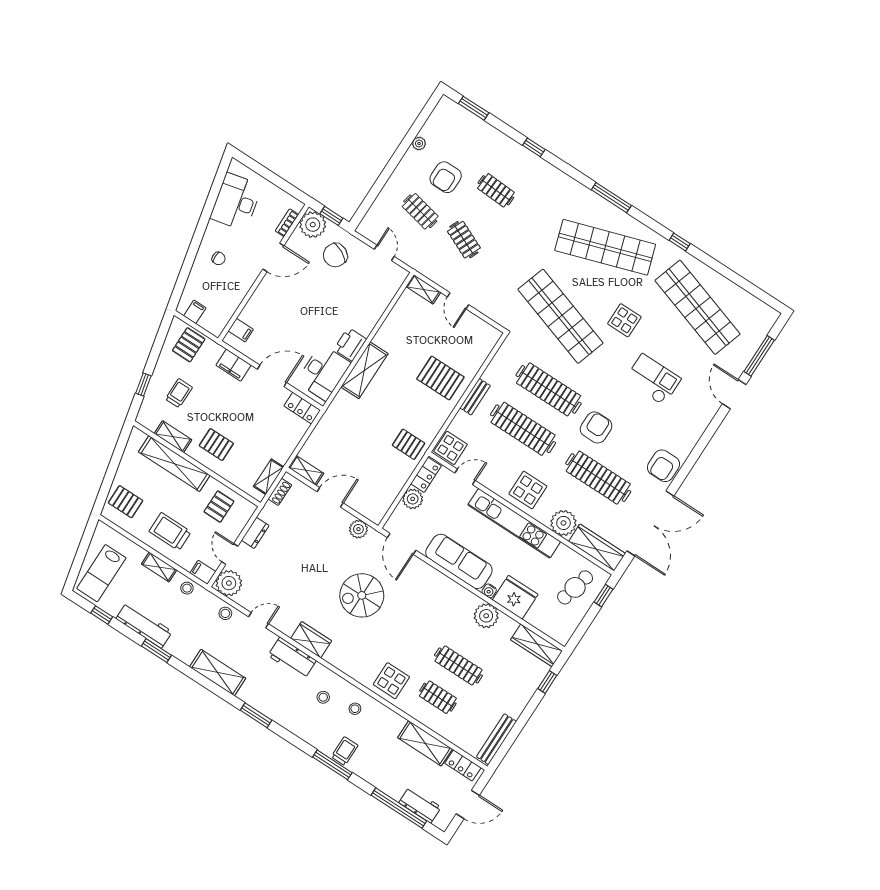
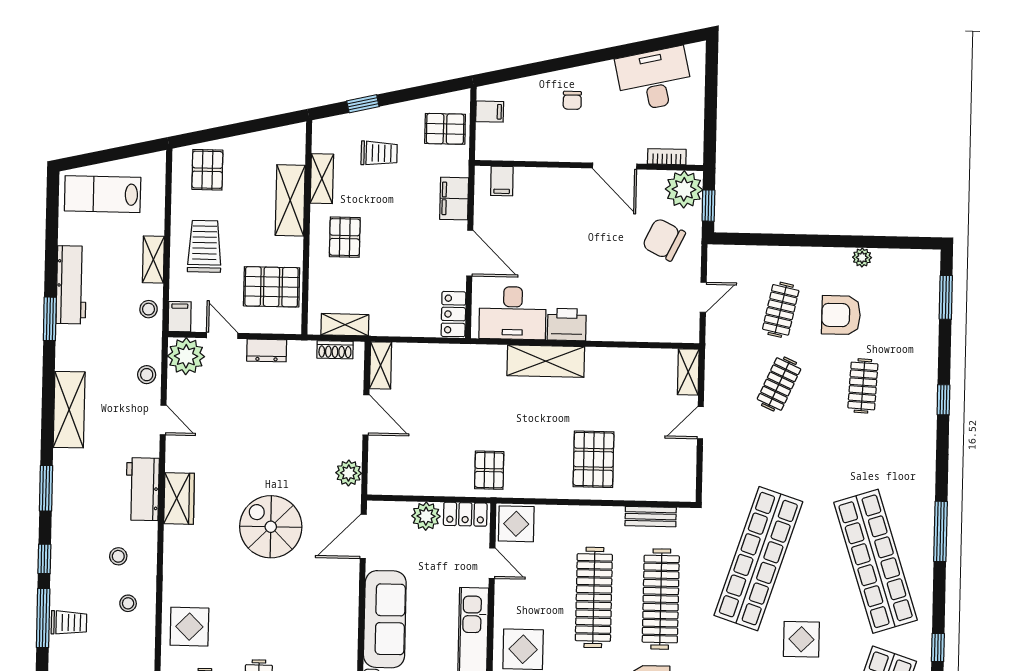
bench: (475, 397) -> (651, 517), moved
shelving: (174, 464) -> (290, 200), width x0.68
pallet: (219, 507) -> (272, 287), width x1.50, depth x1.42
door: (230, 554) -> (222, 335), hinge flipped
window: (102, 615) -> (44, 559), moved

